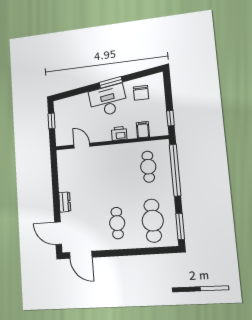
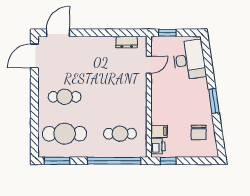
chair: (141, 93) -> (199, 133), turned -90
desk: (108, 100) -> (189, 60), moved
window: (51, 121) -> (167, 33), moved
printer: (119, 133) -> (158, 146), moved
dresser: (65, 202) -> (127, 42), moved

